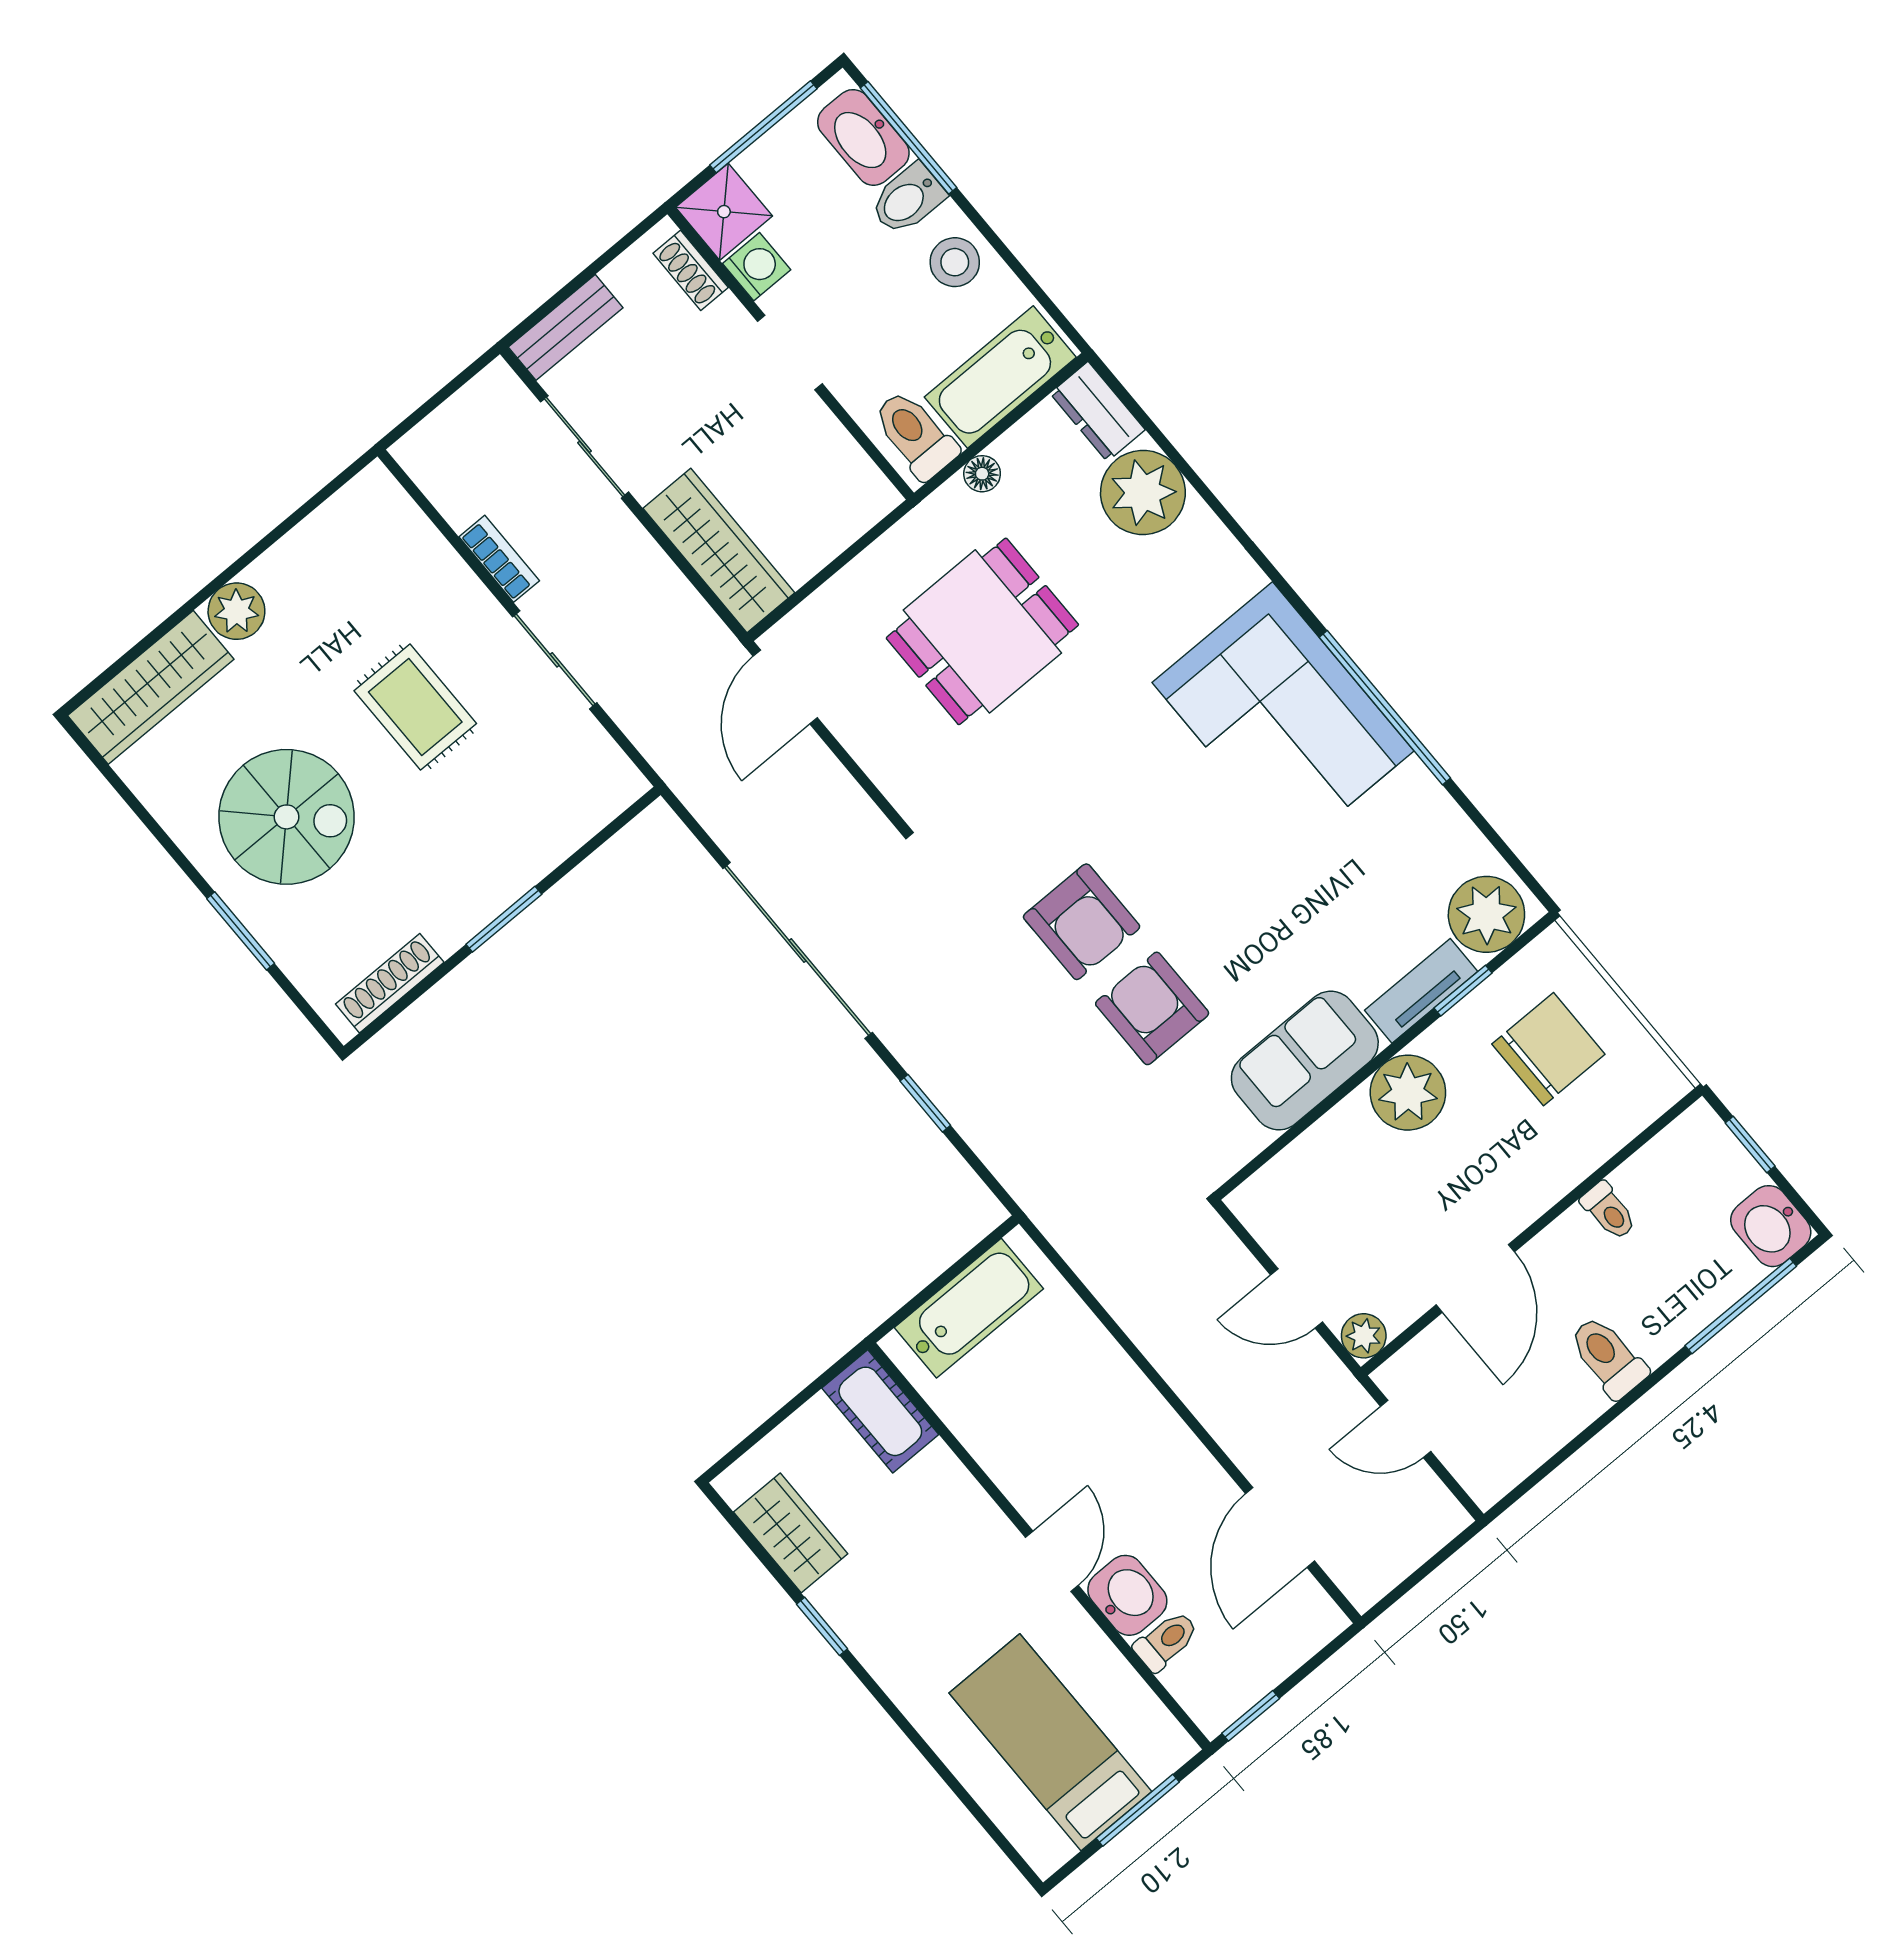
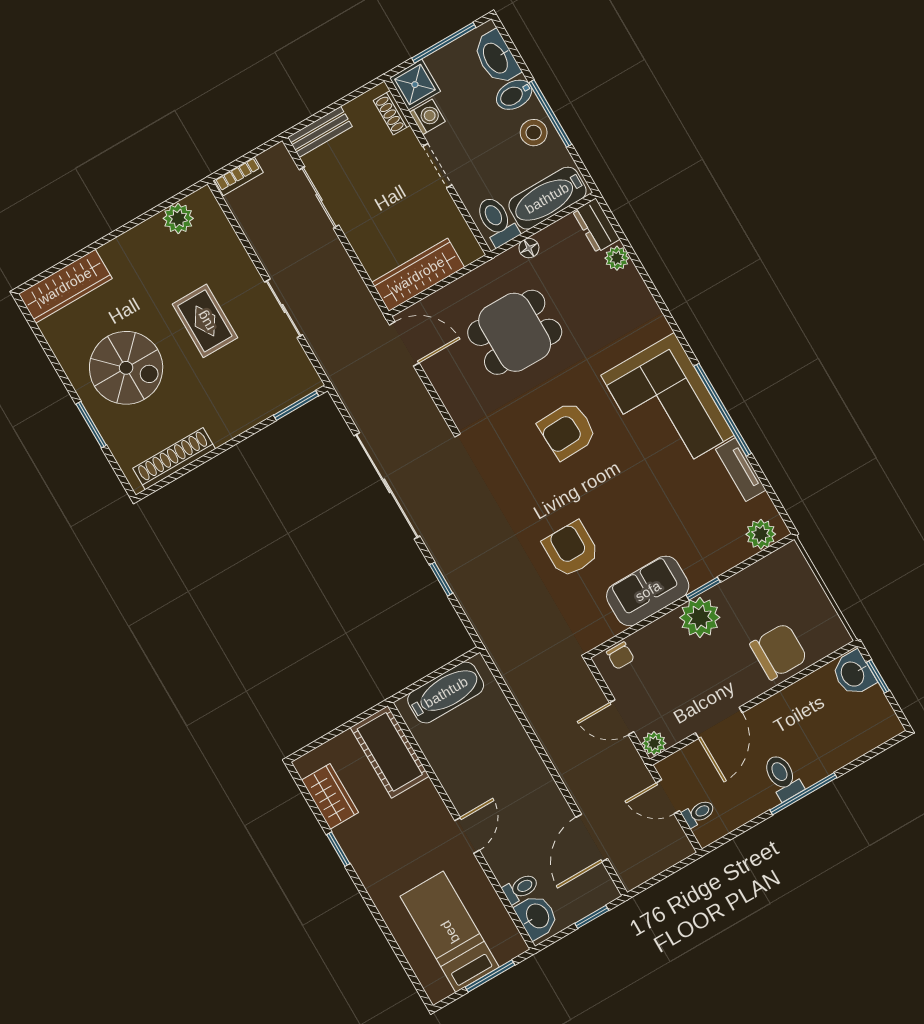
window: (908, 138) -> (550, 113), moved
plant: (1143, 492) -> (617, 258), width x0.53, depth x0.53
wardrobe: (719, 550) -> (418, 275), moved, turned -90
bookcase: (499, 559) -> (239, 176), moved, turned 90
plant: (236, 611) -> (178, 218), moved
door: (785, 687) -> (404, 344), swing flipped
plant: (1486, 914) -> (761, 534), width x0.73, depth x0.73
window: (504, 919) -> (296, 406), moved
armchair: (1082, 922) -> (567, 431), moved, turned 88
shoe rack: (390, 983) -> (174, 459), width x1.36, depth x1.24
tv unit: (1421, 991) -> (741, 470), moved, turned -90
window: (1463, 991) -> (703, 589), moved
chair: (1548, 1049) -> (779, 651), moved
chair: (1275, 1187) -> (620, 656), added
toilet: (1609, 1211) -> (699, 813), moved, turned -90
washbasin: (1771, 1226) -> (853, 674), moved
window: (1741, 1306) -> (803, 794), moved
cot: (880, 1411) -> (390, 752), width x1.37, depth x1.34
washbasin: (1127, 1595) -> (537, 916), moved
window: (1251, 1716) -> (592, 917), moved

